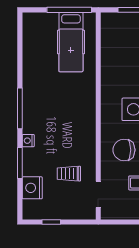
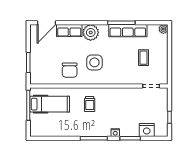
chair: (124, 150) -> (70, 70), moved
trolley: (69, 174) -> (90, 104), moved

